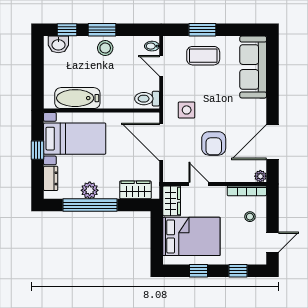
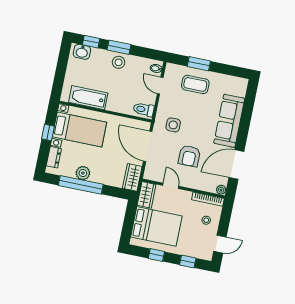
sofa: (253, 67) -> (229, 121), moved
wardrobe: (135, 190) -> (132, 177), moved, turned -90

